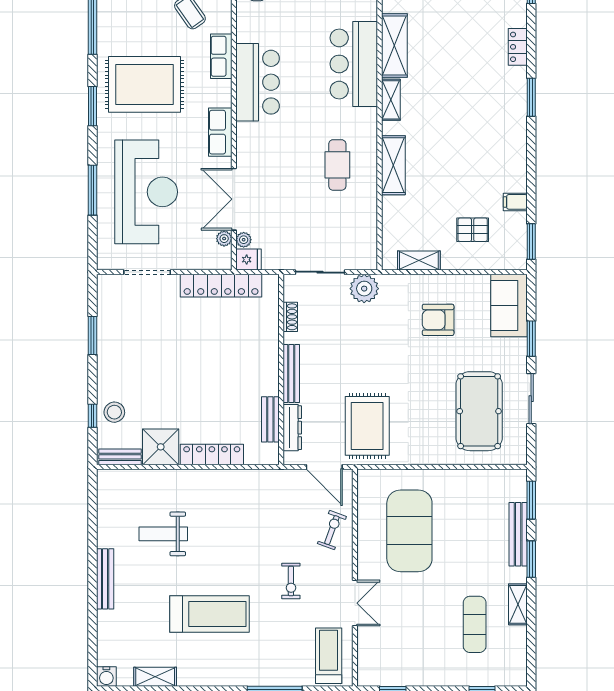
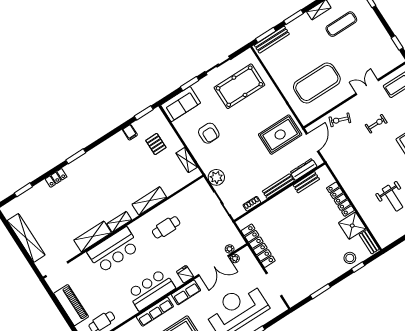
row of seats: (221, 56) -> (155, 312), width x1.48
fridge: (249, 260) -> (185, 274), moved
bench: (518, 534) -> (272, 40), moved

